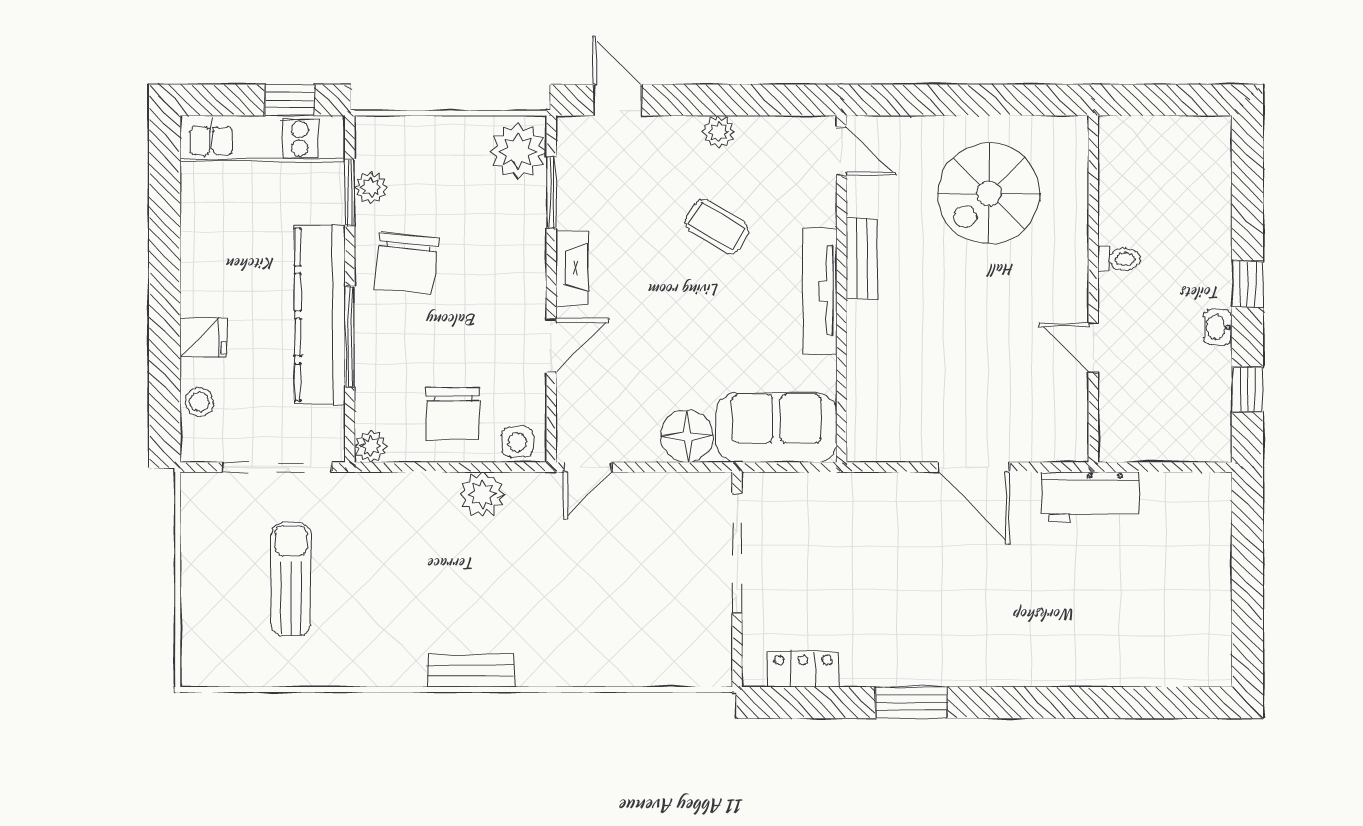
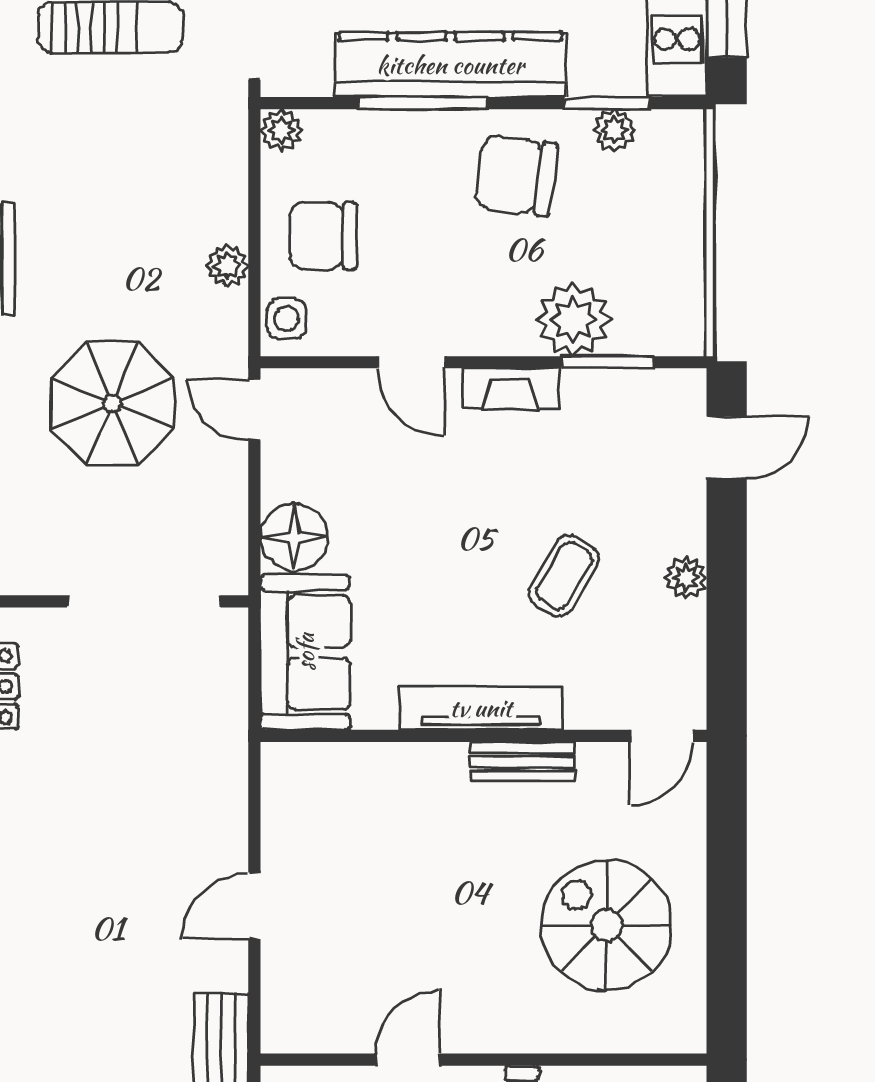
plant: (518, 151) -> (573, 320), moved
door: (974, 467) -> (254, 906), width x0.73
plant: (482, 494) -> (227, 266), width x0.73, depth x0.73
parasol: (583, 578) -> (112, 403), added

